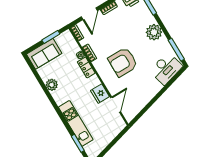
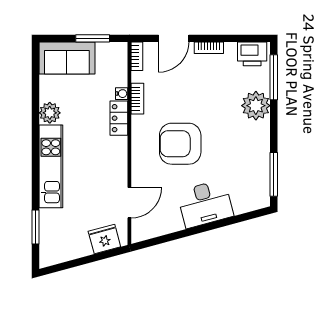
plant: (154, 32) -> (256, 106), moved
desk: (166, 69) -> (205, 204), moved
fridge: (100, 94) -> (104, 239), moved, turned 75
kitchen unit: (76, 123) -> (51, 166), moved

